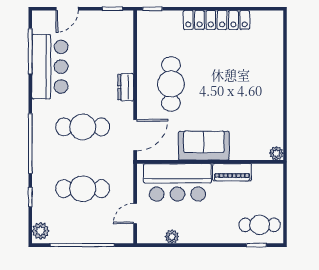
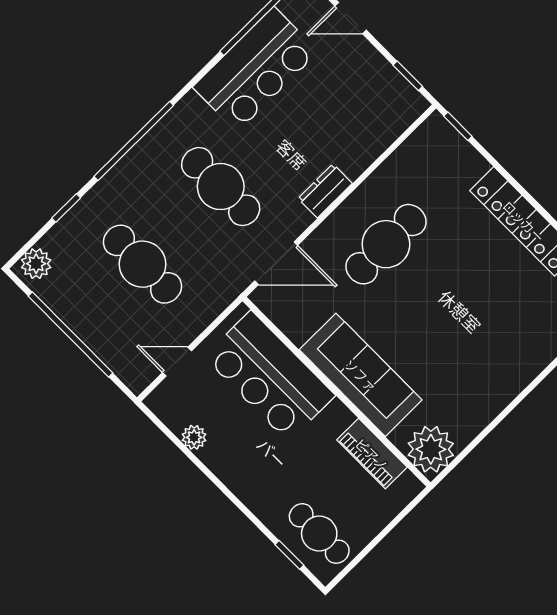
sofa: (204, 146) -> (361, 375), width x1.36
plant: (276, 153) -> (431, 449), width x1.88, depth x1.88
piano: (232, 172) -> (372, 454), moved

